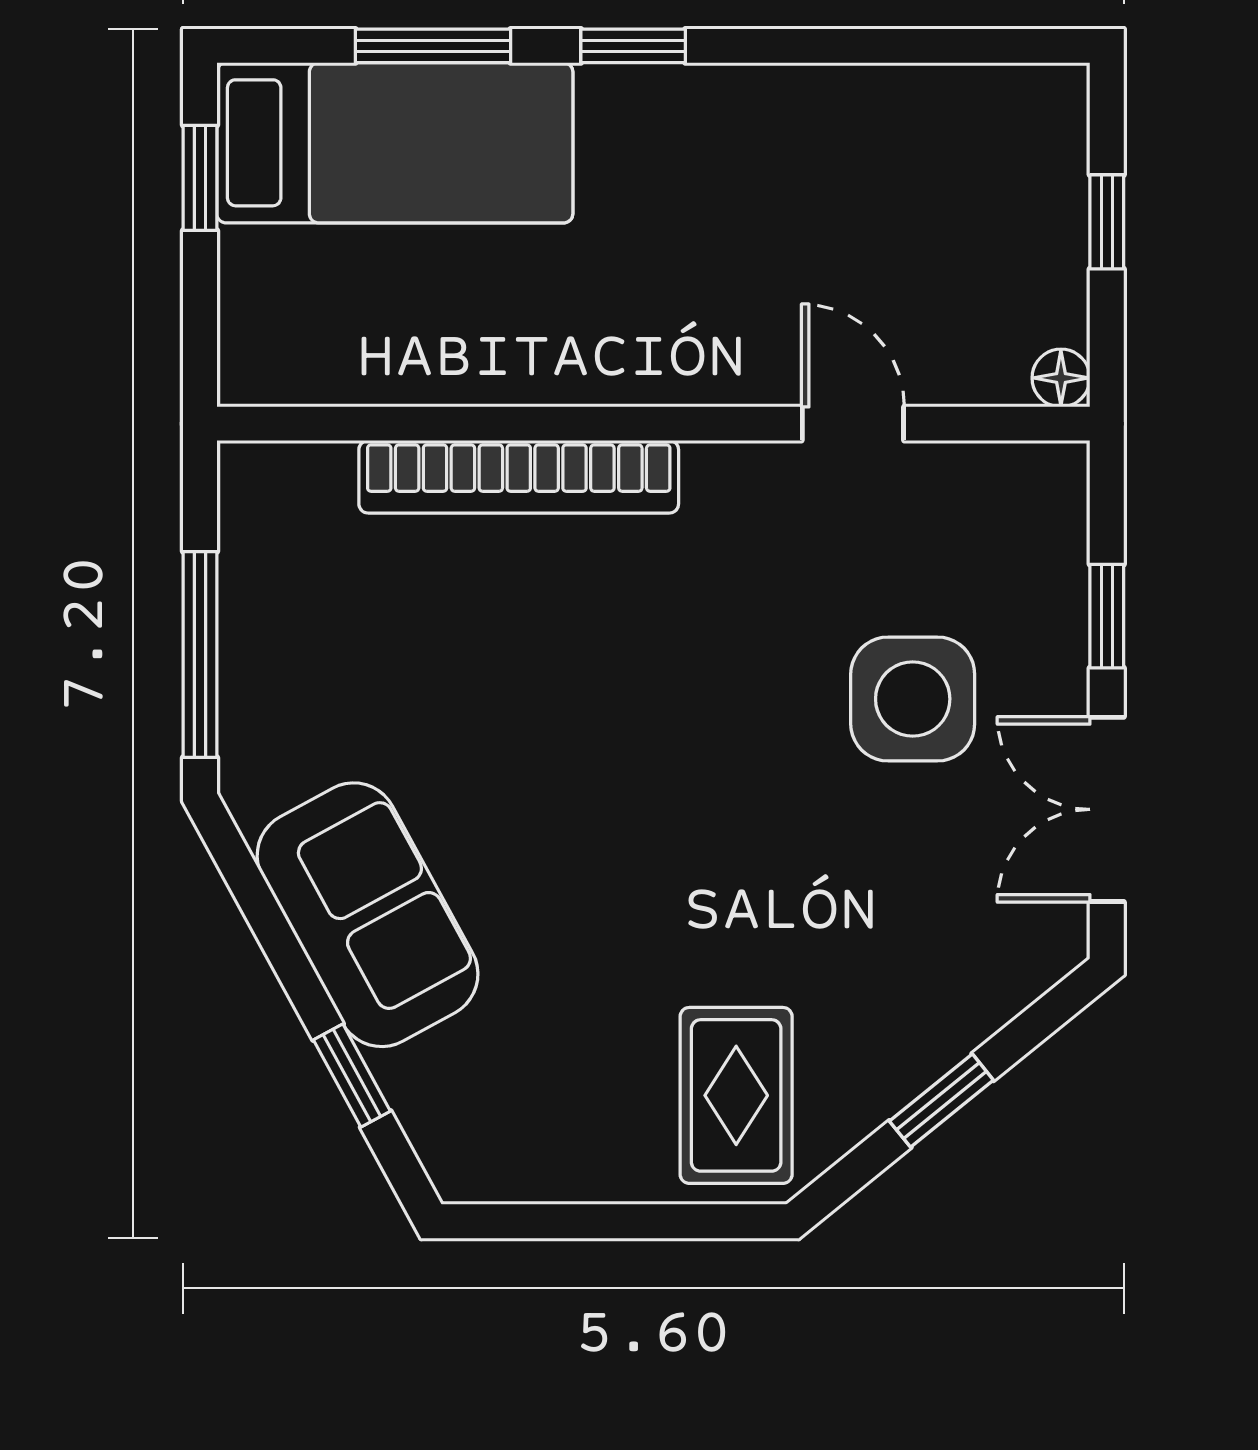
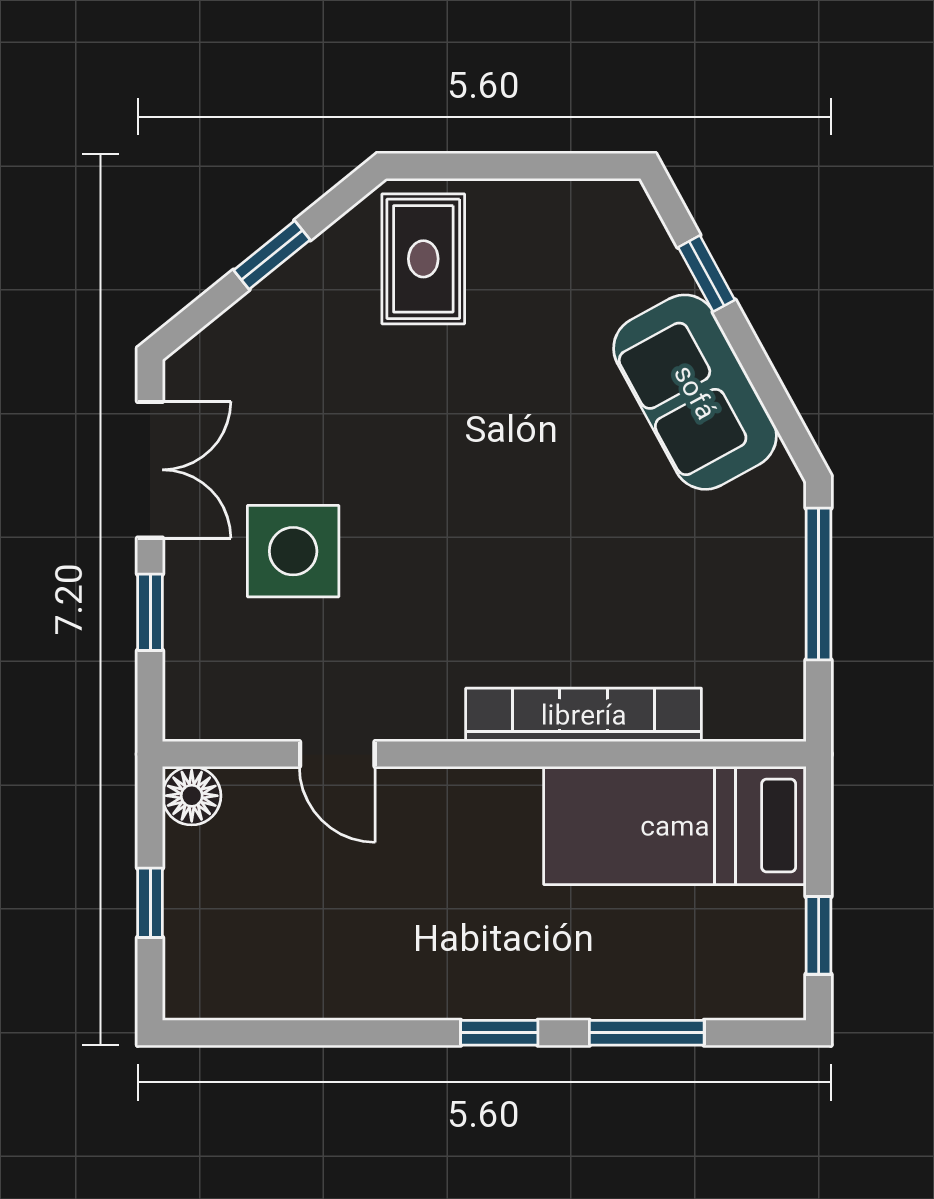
bed: (395, 143) -> (675, 826), moved
floor lamp: (1061, 378) -> (192, 796), width x1.37, depth x1.37

